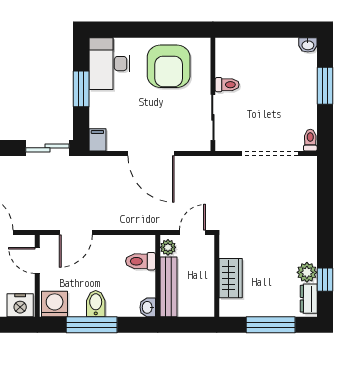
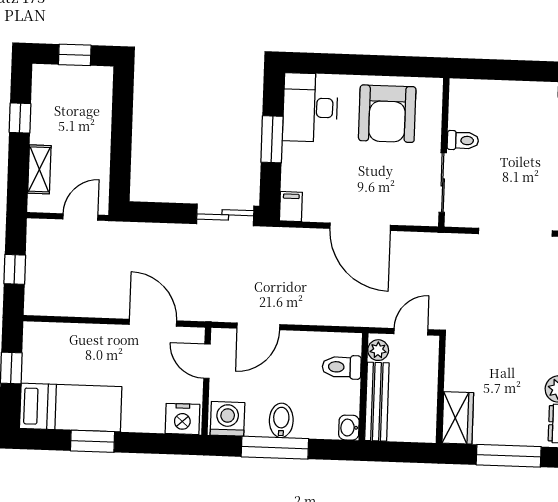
wardrobe: (231, 278) -> (458, 418), moved

